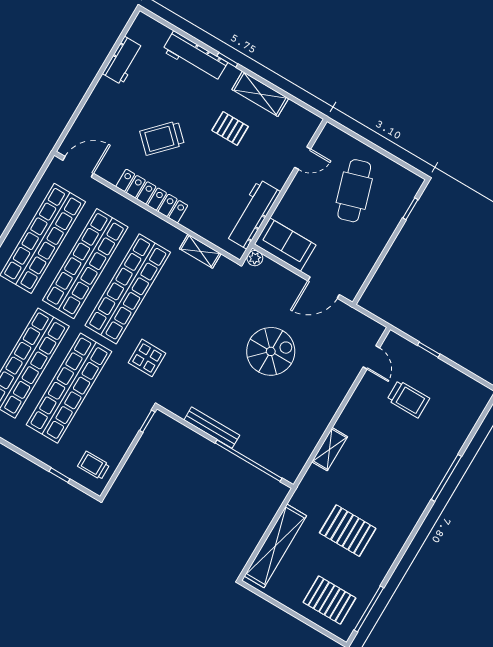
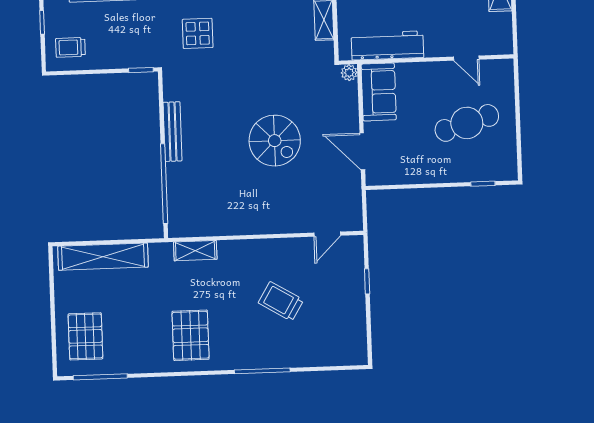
trolley: (408, 399) -> (281, 301), moved, turned 121
shelving: (330, 449) -> (195, 251), moved
trolley: (94, 465) -> (70, 47), turned -90
pallet: (348, 531) -> (191, 335), moved

